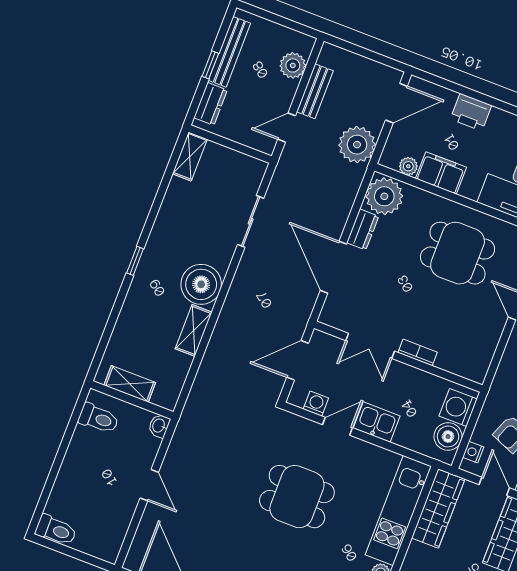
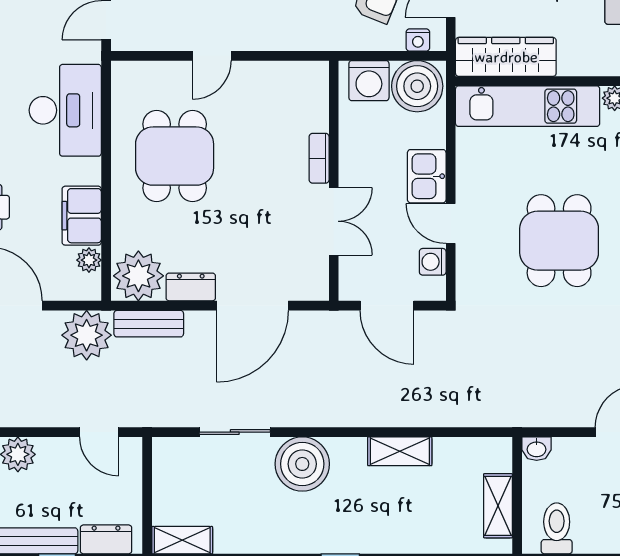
bench: (315, 91) -> (149, 324), moved
boiler: (201, 284) -> (302, 464), moved
boiler: (448, 436) -> (417, 86), width x1.37, depth x1.37

